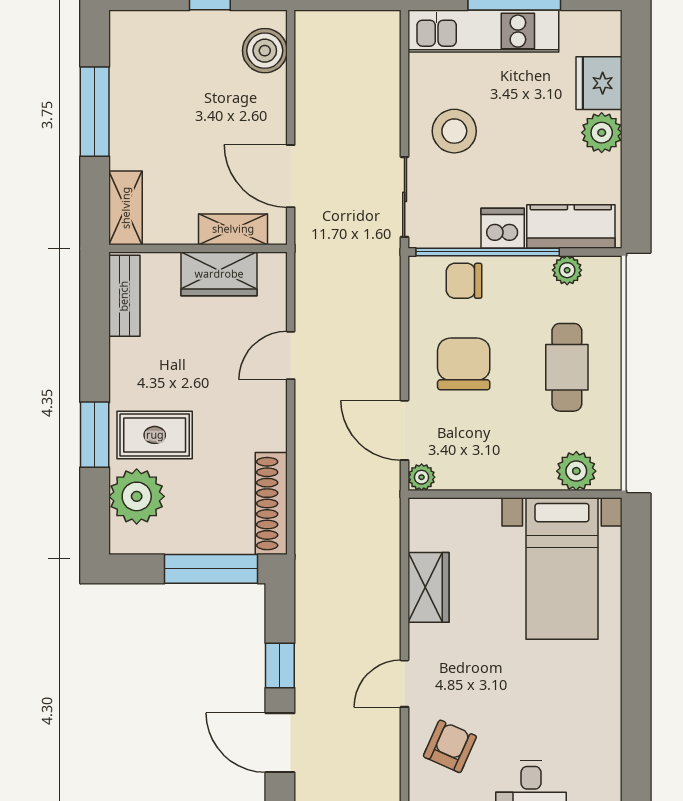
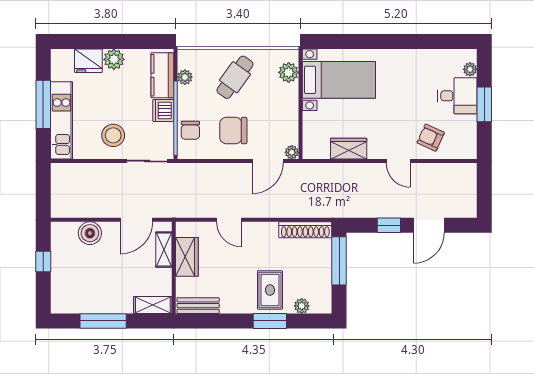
boiler: (265, 51) -> (90, 233), moved
cafe table: (567, 367) -> (235, 77), turned -54
plant: (137, 496) -> (302, 306), width x0.53, depth x0.53

